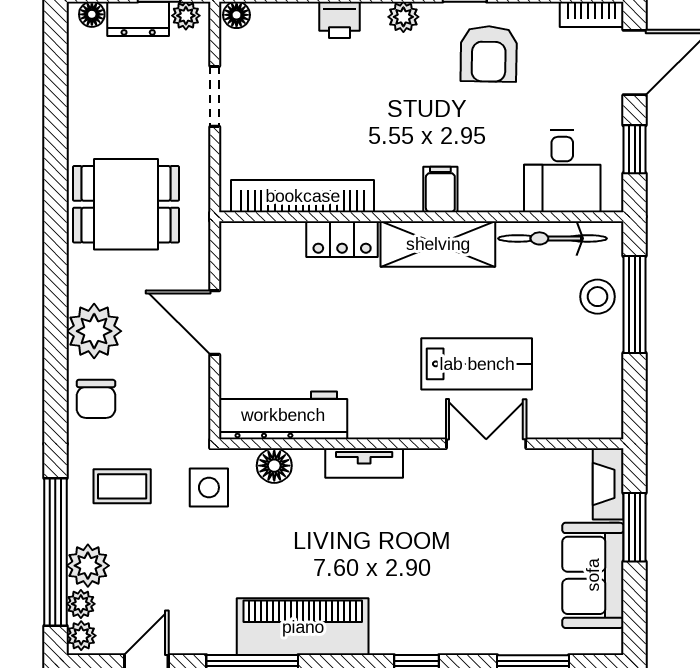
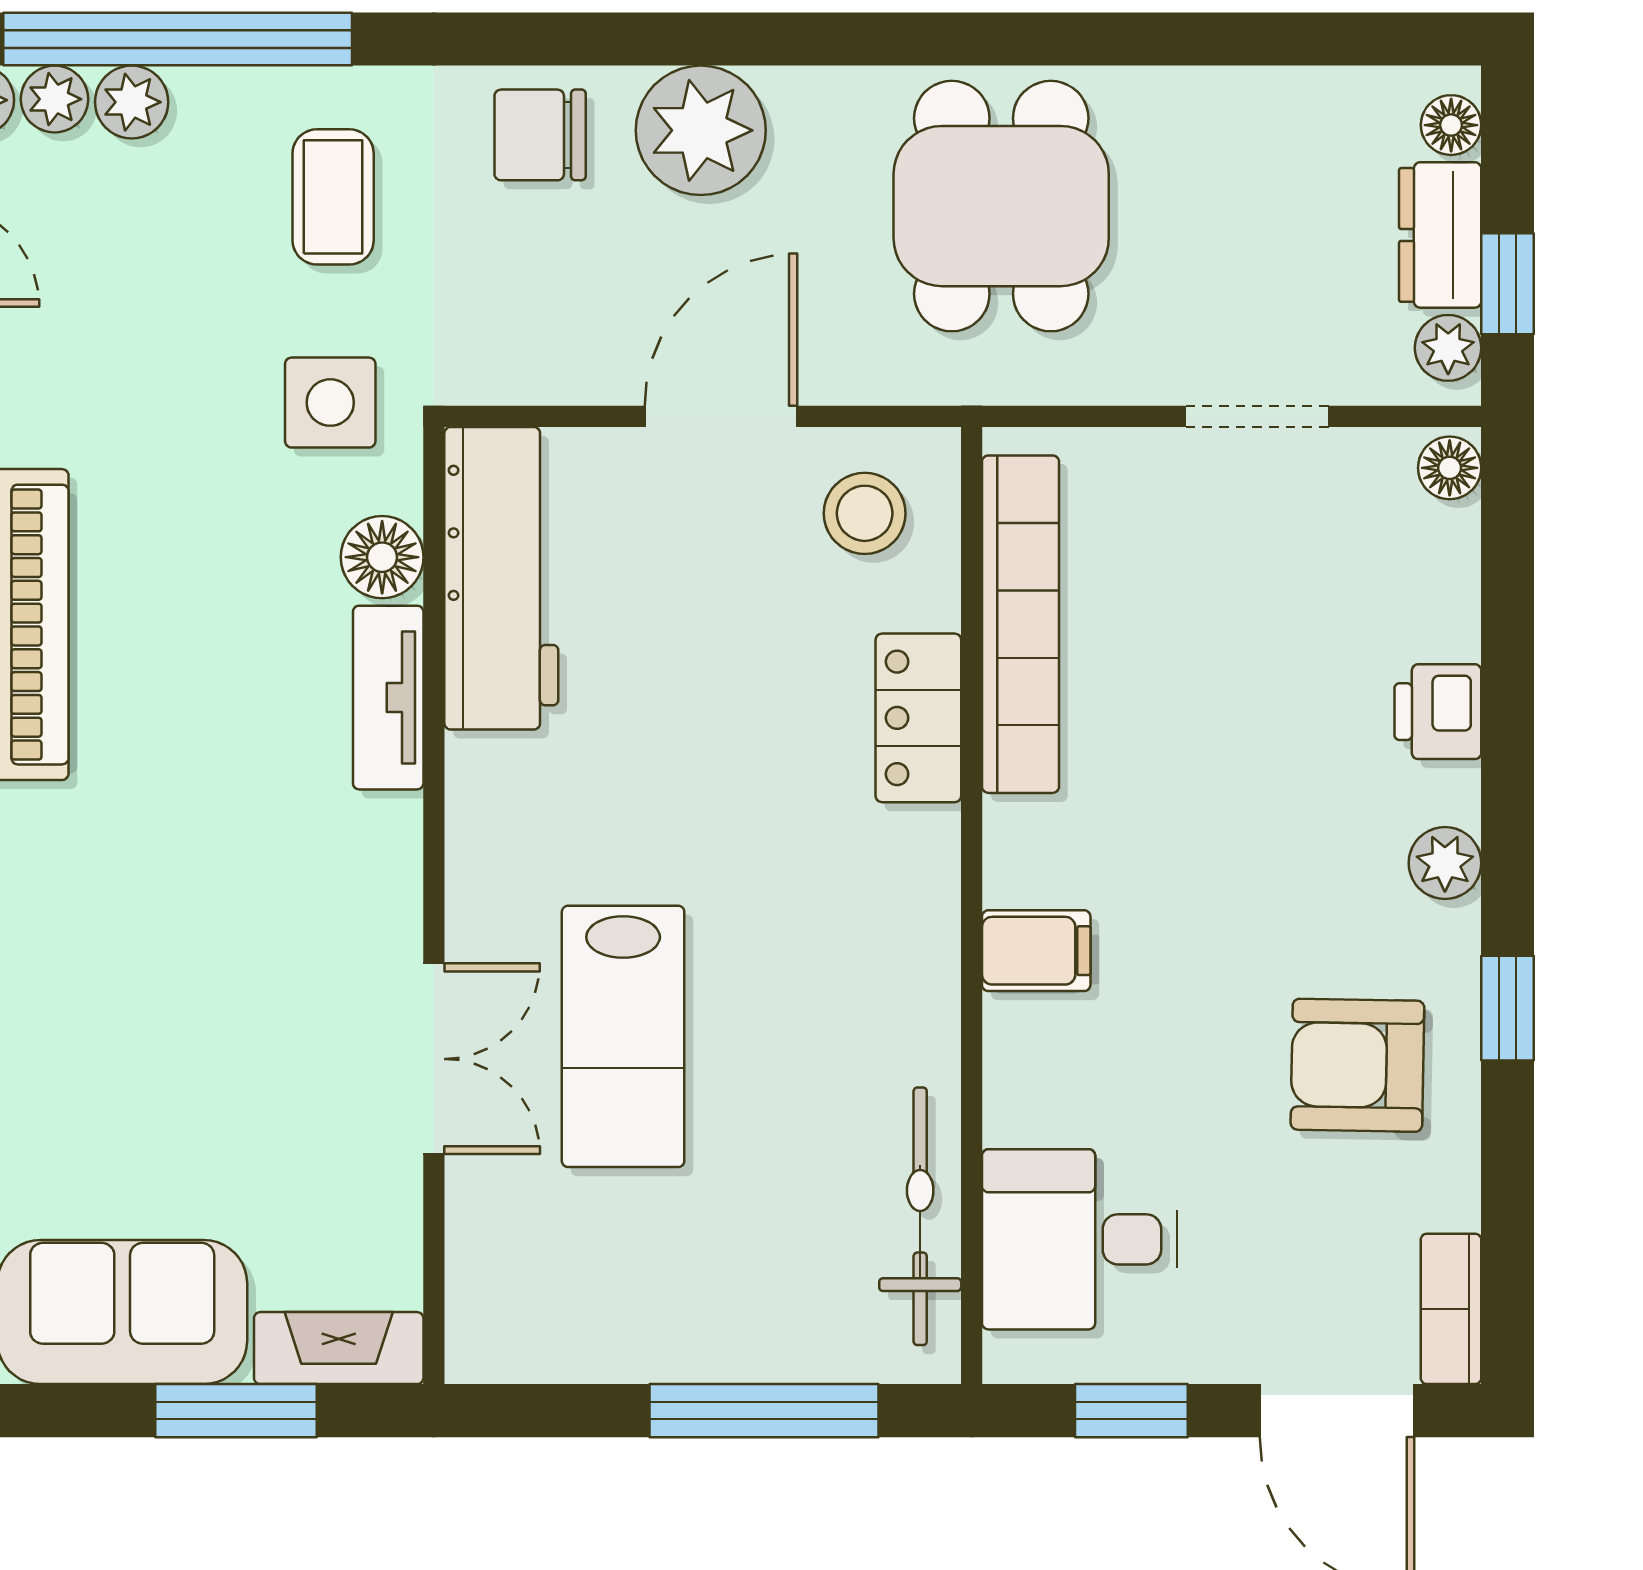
shelving: (438, 244) -> (907, 945), removed
stool: (598, 297) -> (865, 513), moved
tv unit: (364, 463) -> (388, 698), moved
plant: (88, 566) -> (132, 102), width x0.73, depth x0.73

